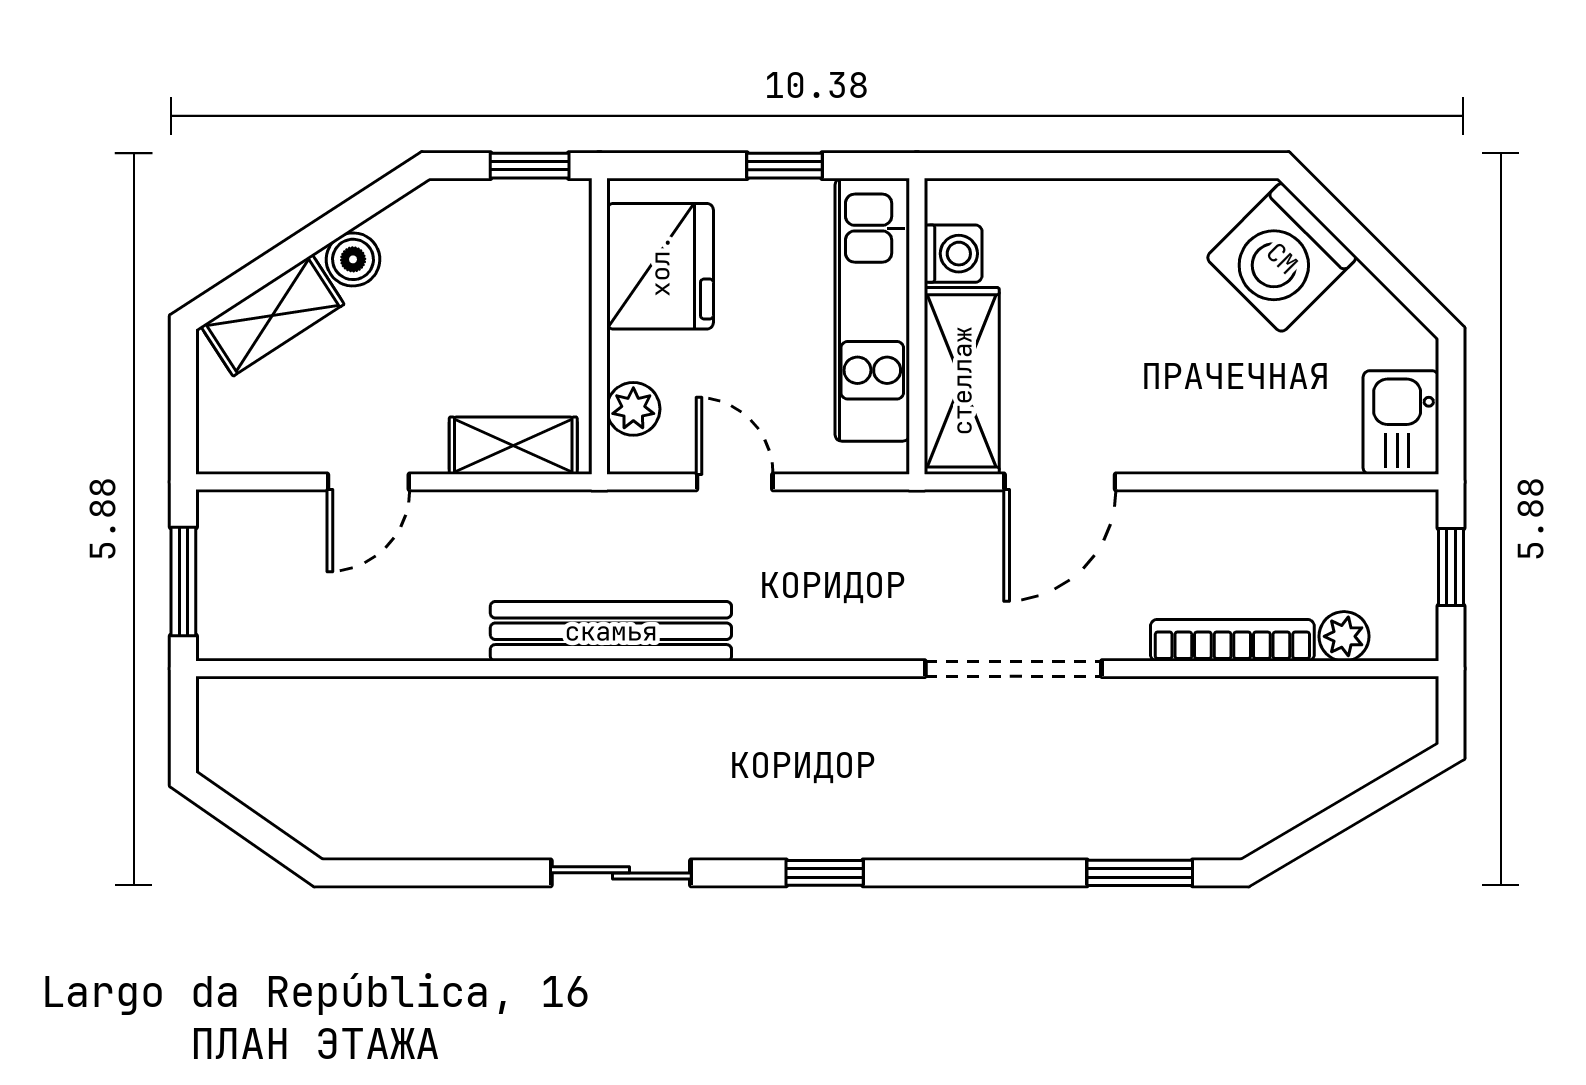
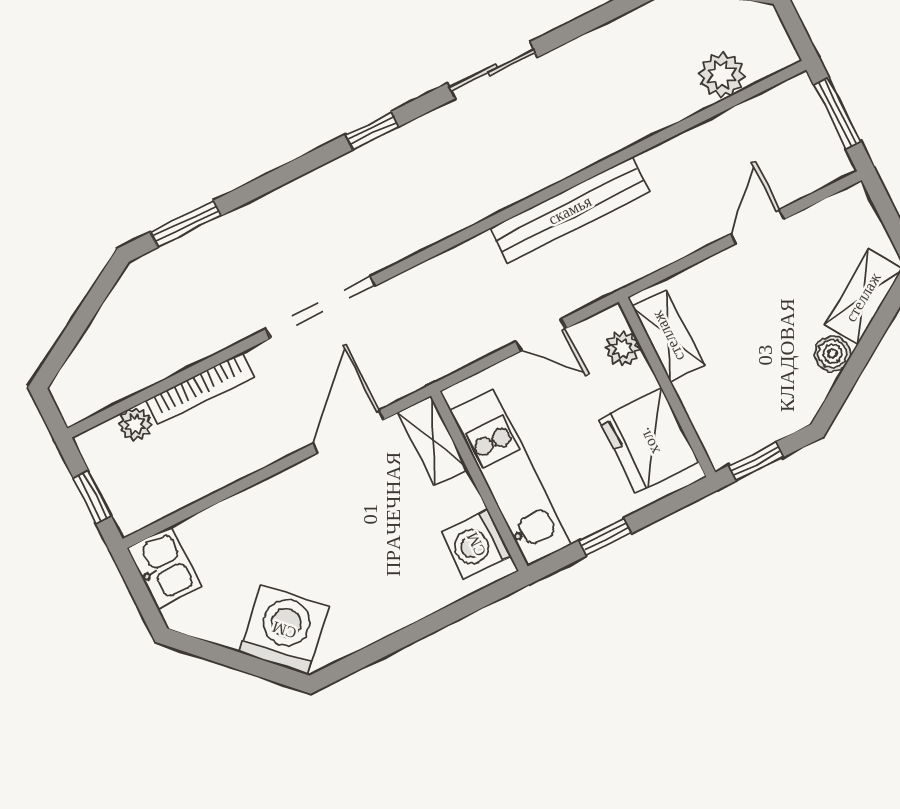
washing machine: (953, 254) -> (476, 544), width x1.38, depth x1.38
shelving: (962, 381) -> (433, 441), width x0.67, depth x0.75
shelving: (513, 446) -> (668, 336), moved, turned 90
plant: (314, 711) -> (722, 75), added

